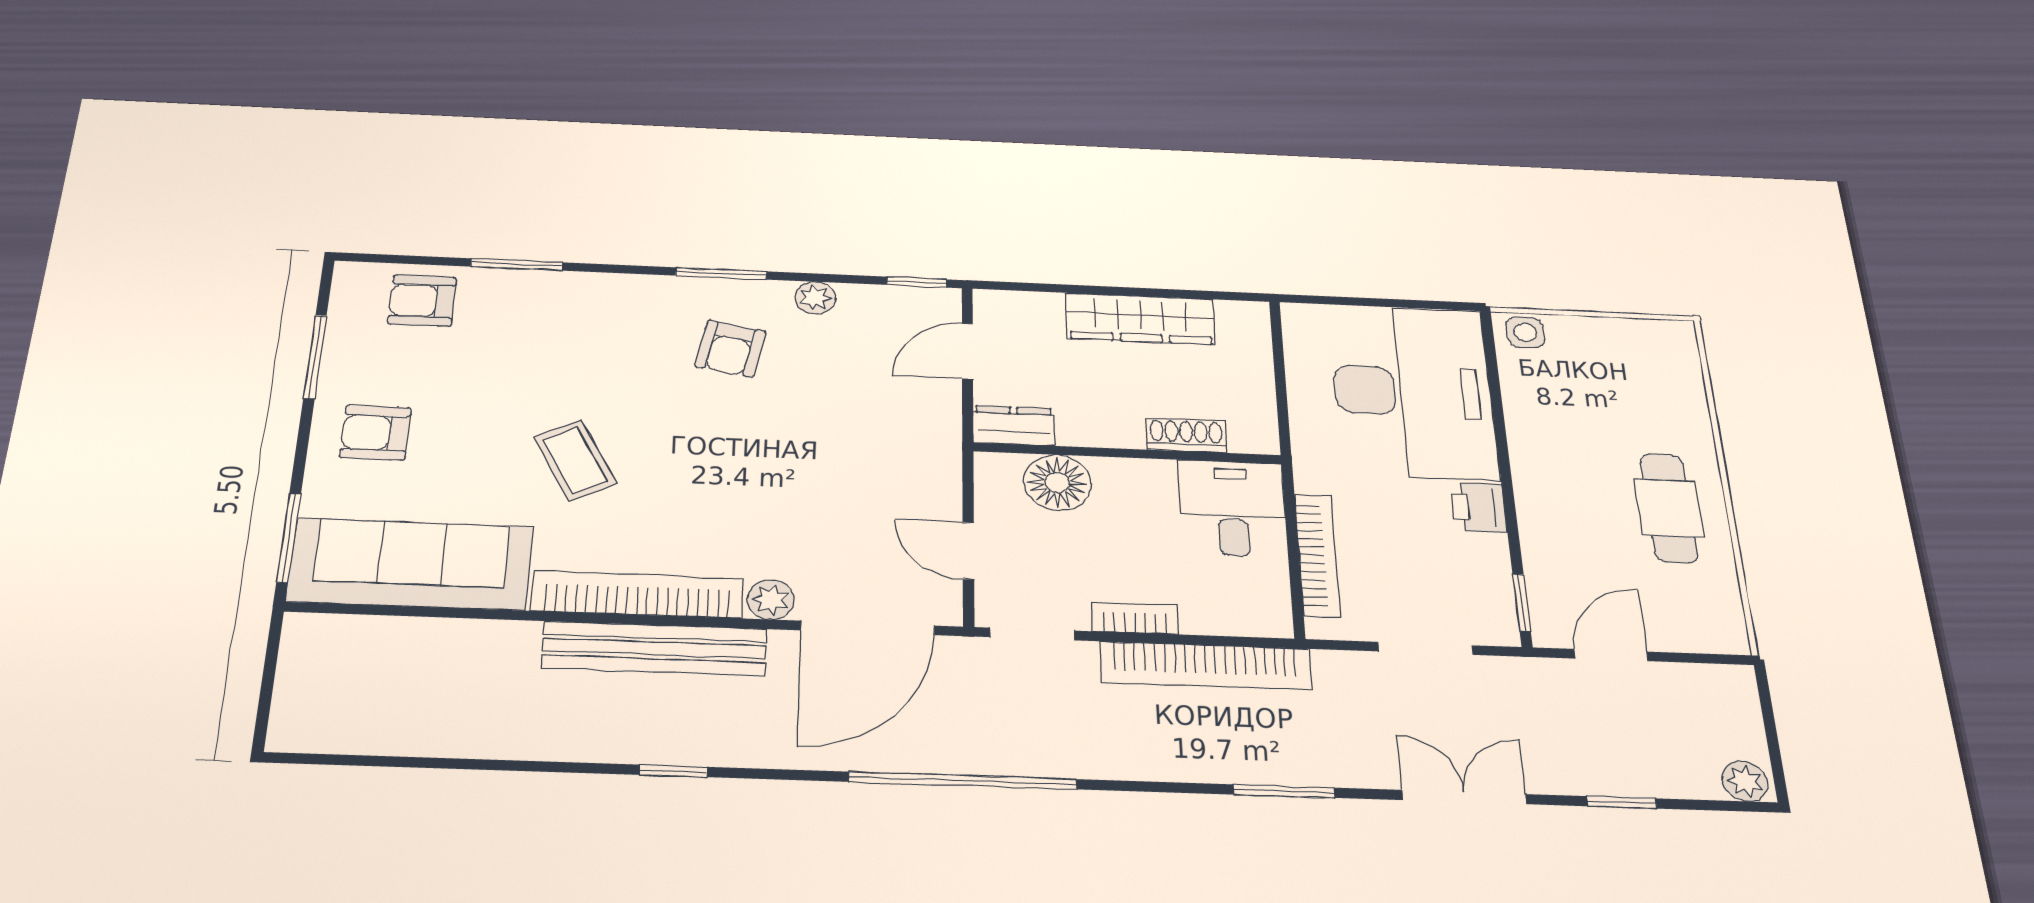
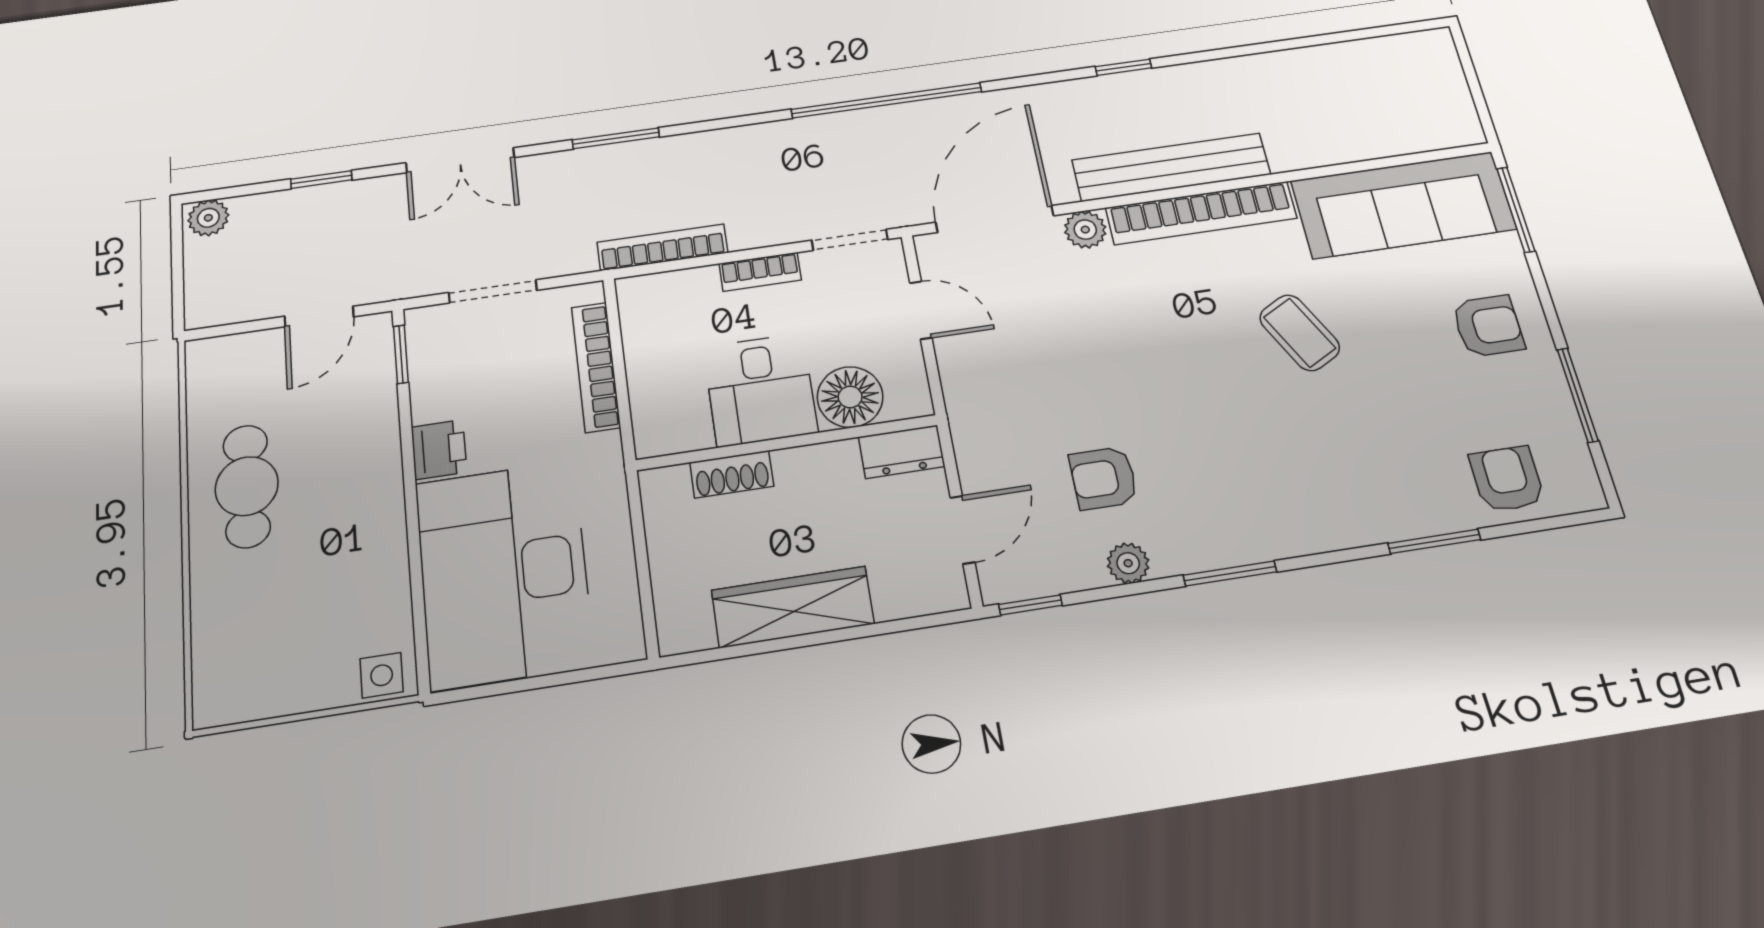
armchair: (422, 301) -> (1507, 479), turned -90
armchair: (730, 349) -> (1103, 478), moved, turned -101
desk: (1233, 508) -> (760, 390), moved
bookcase: (1205, 665) -> (662, 247), width x0.68, depth x0.76

